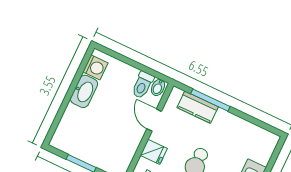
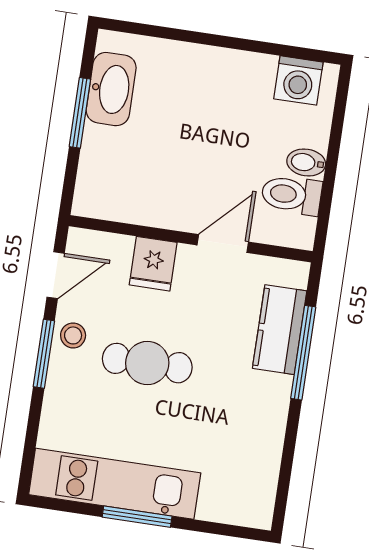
bidet: (158, 87) -> (306, 162), moved
washbasin: (84, 91) -> (111, 89), moved, turned -90

